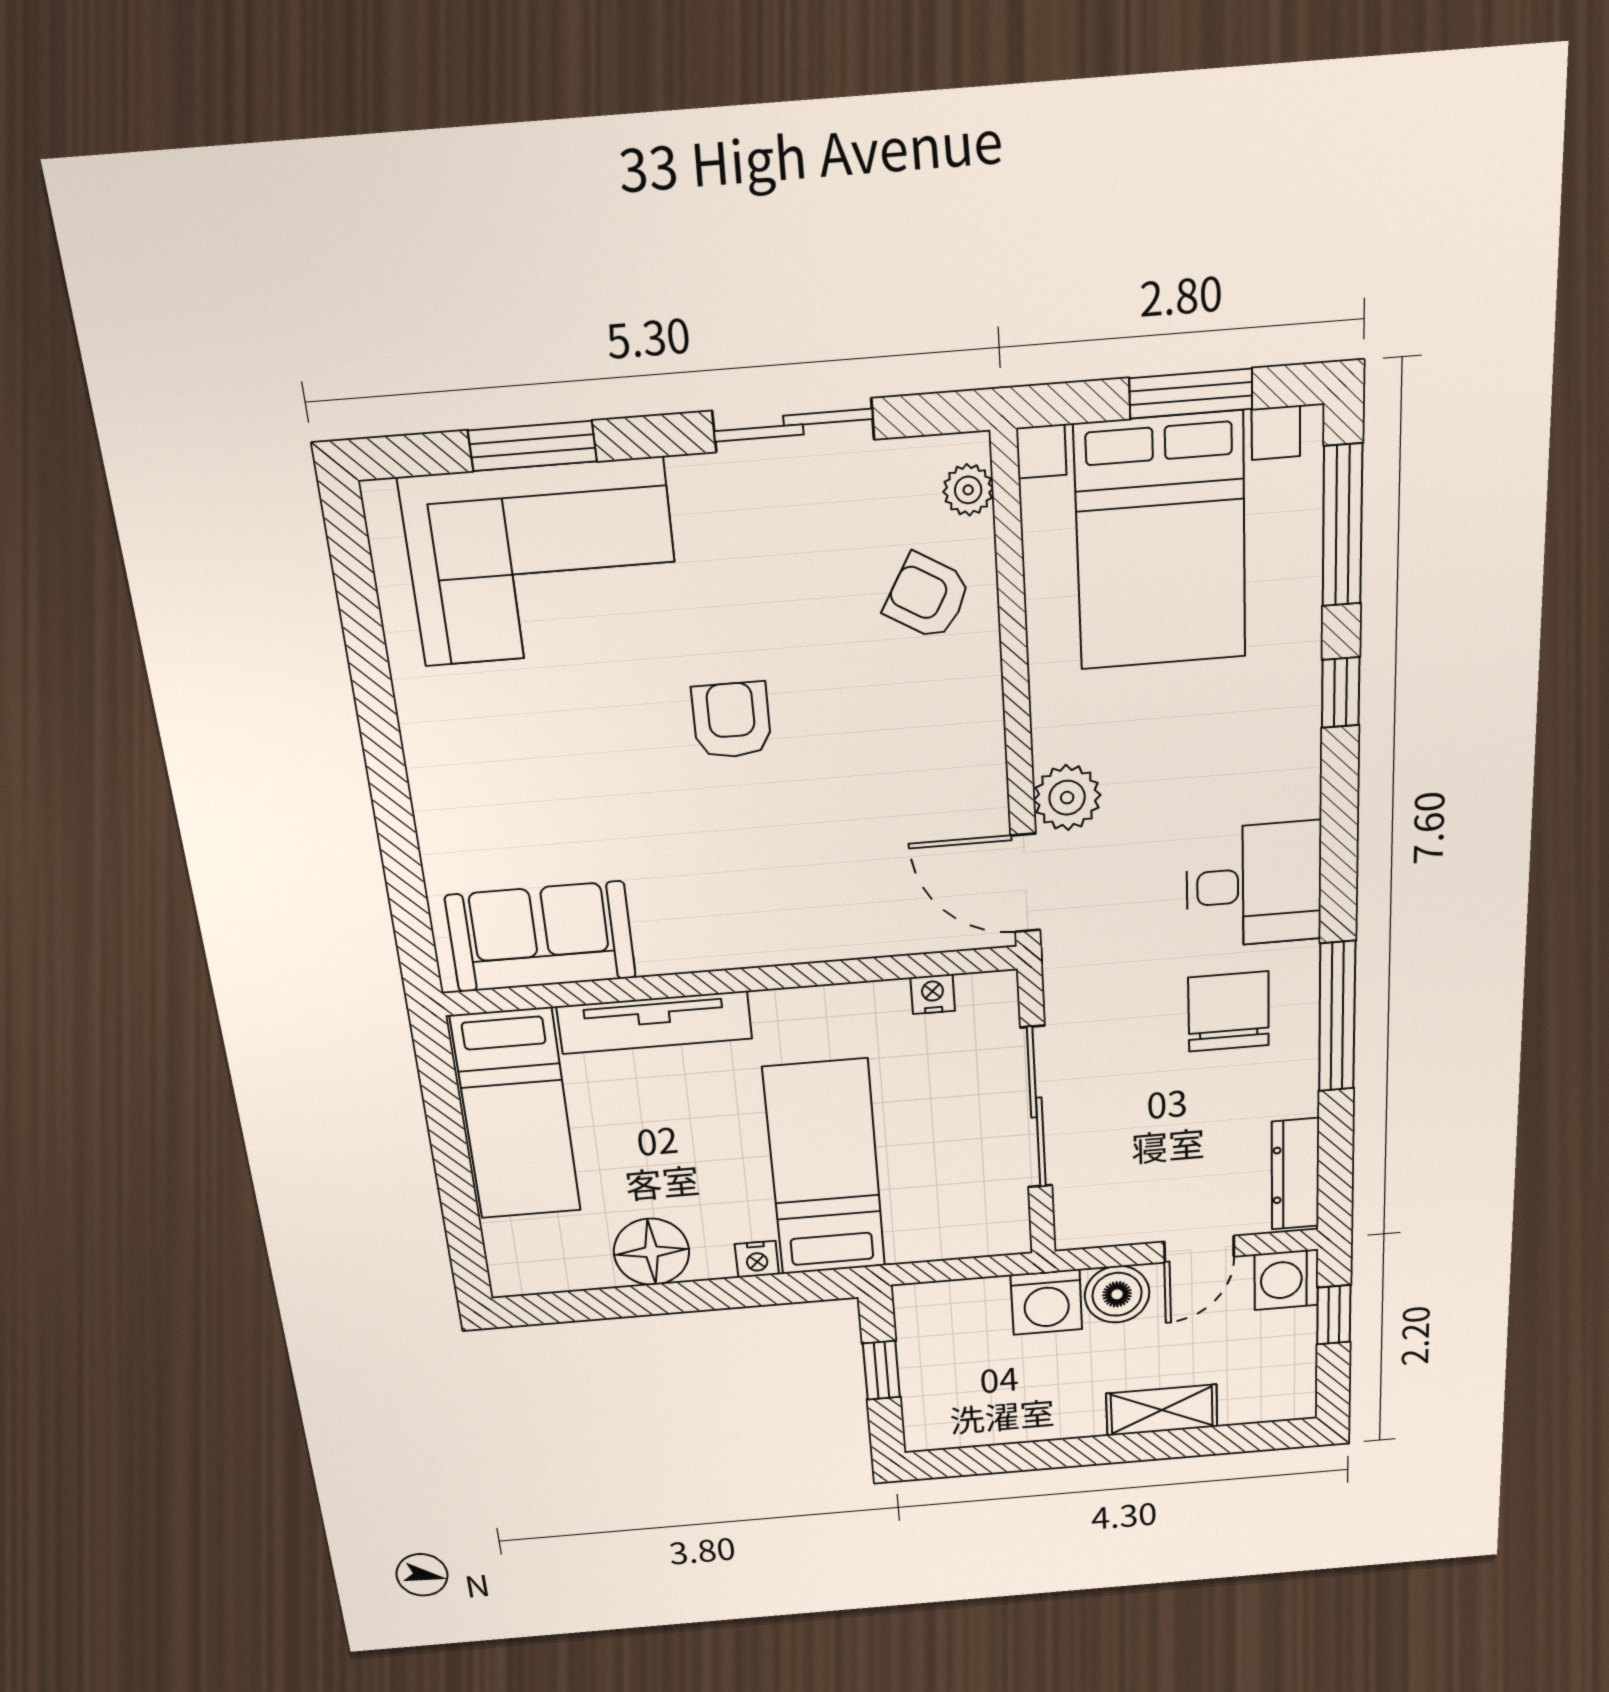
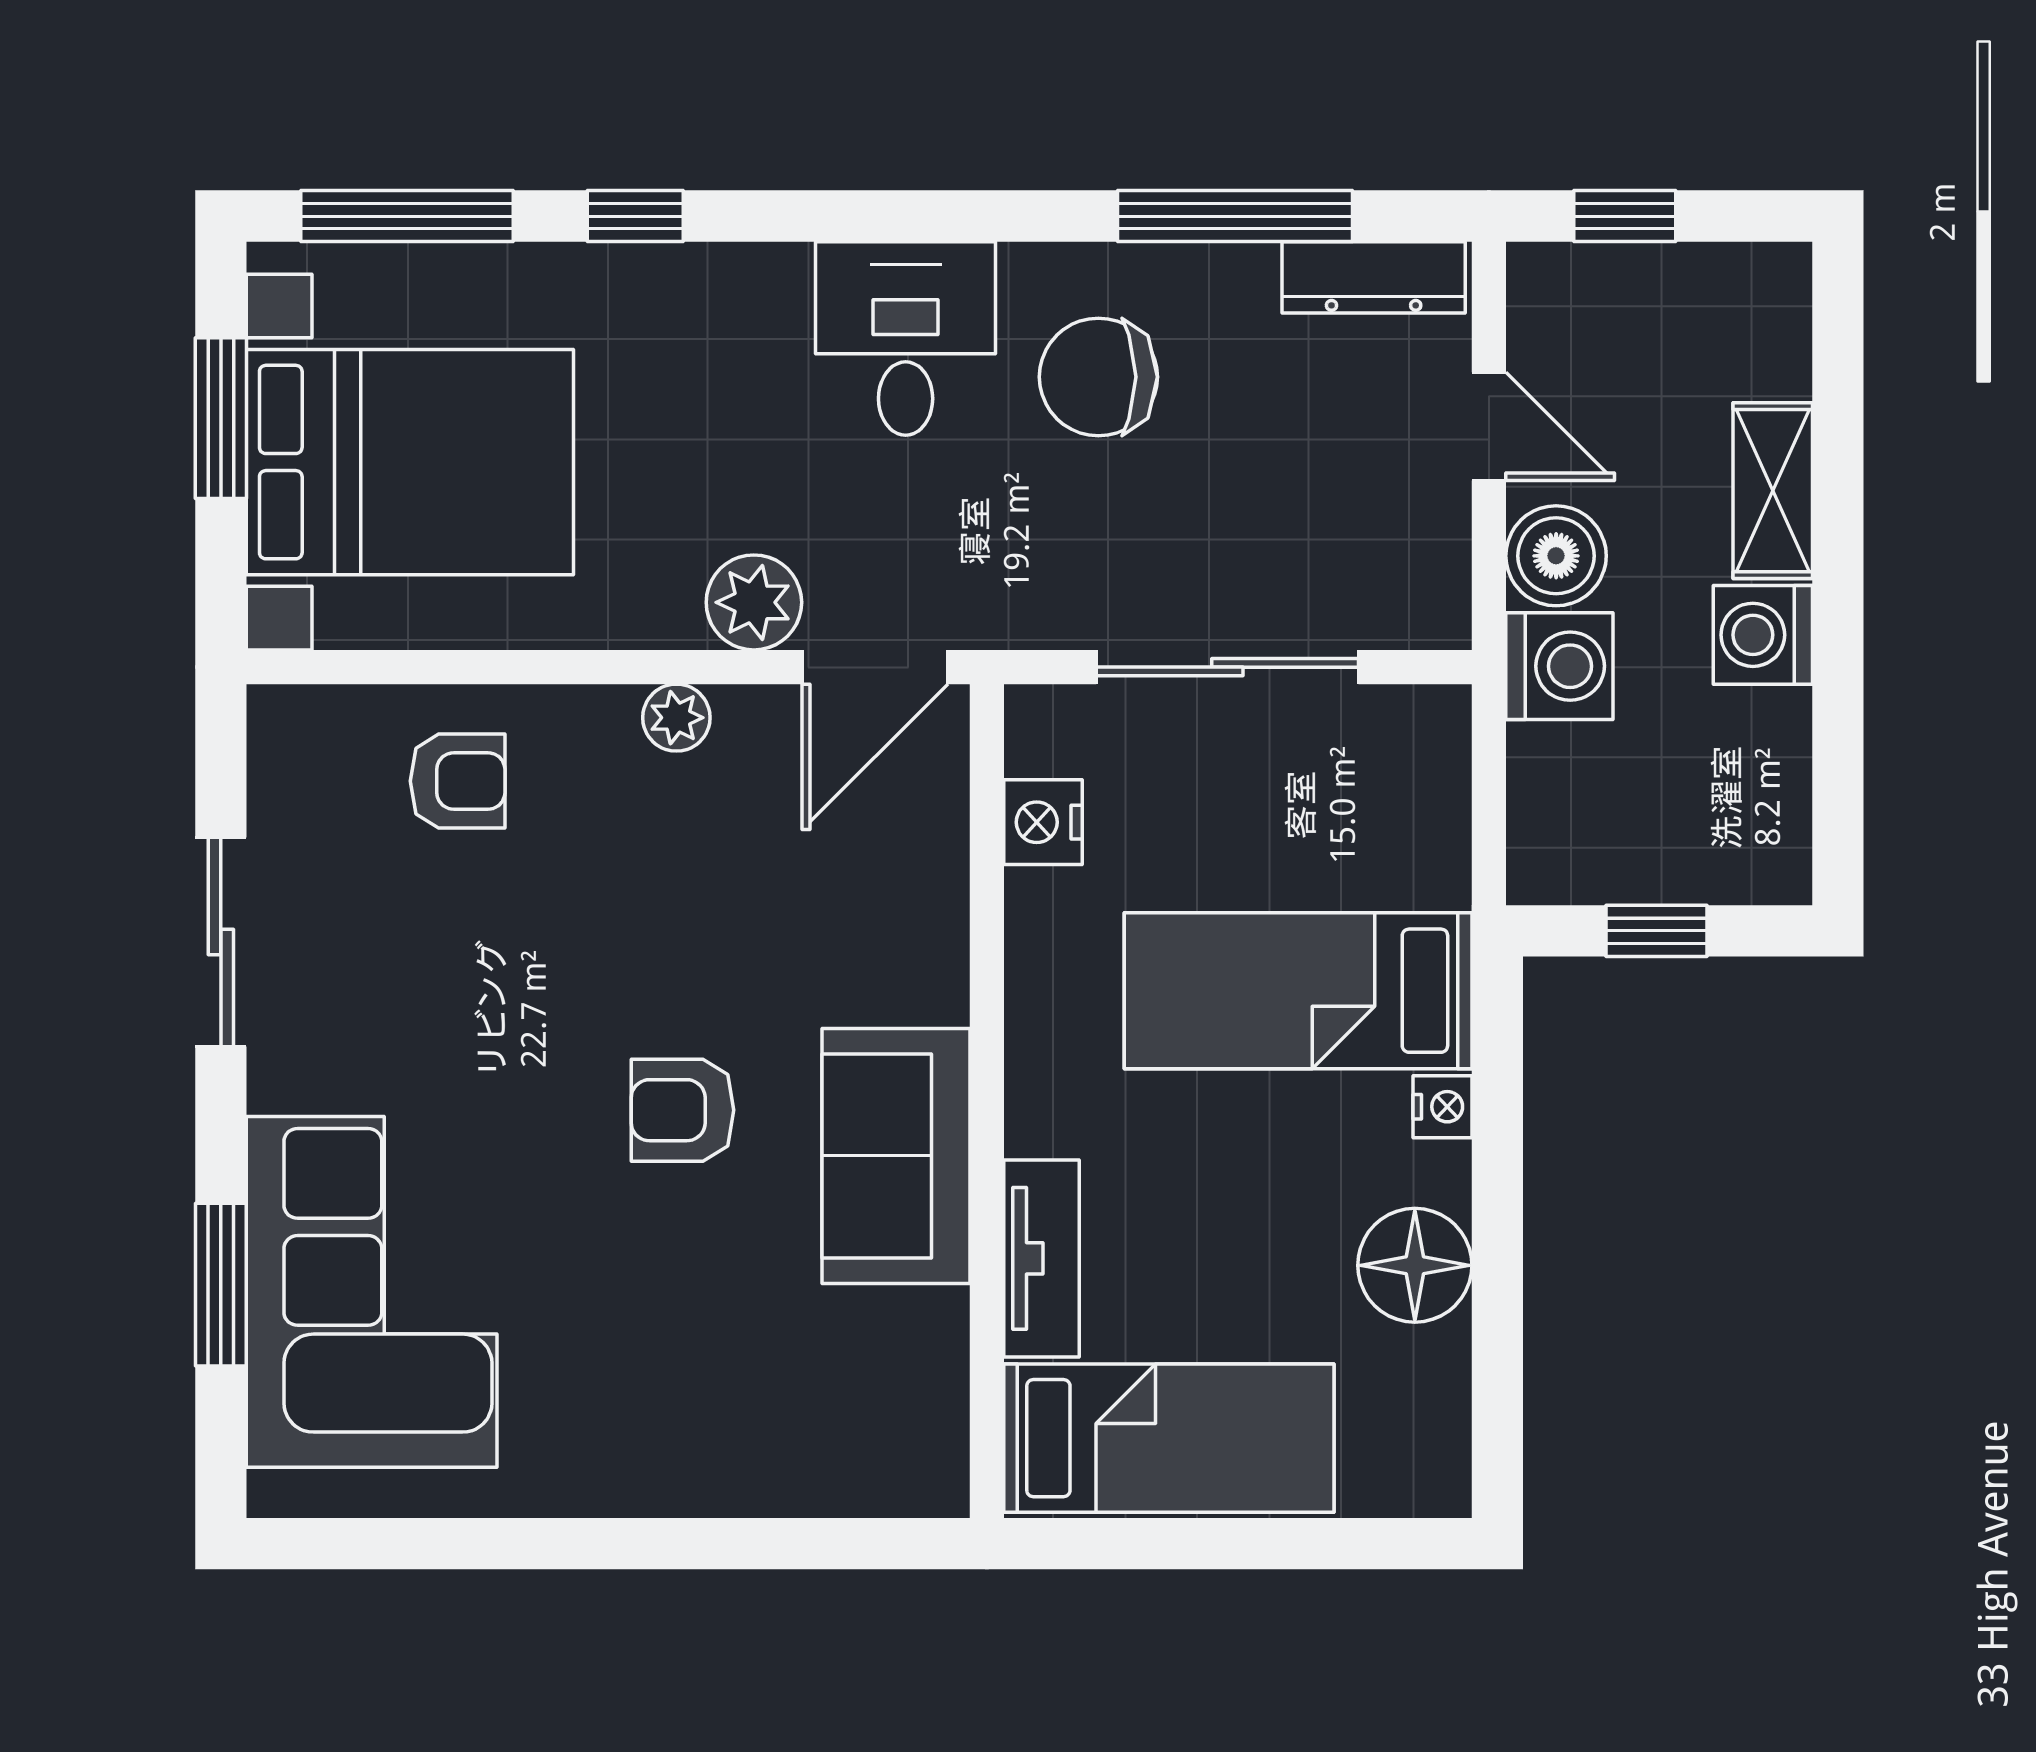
plant: (968, 490) -> (676, 718), moved
armchair: (927, 597) -> (458, 781), turned -120
armchair: (732, 720) -> (683, 1110), moved
sofa: (541, 937) -> (896, 1156), moved
nightstand: (933, 994) -> (1043, 822), width x1.39, depth x1.35
window: (1337, 1017) -> (1235, 216), moved
tv unit: (655, 1023) -> (1041, 1258), width x0.71
washing machine: (1286, 1280) -> (1763, 635), moved, turned 90

